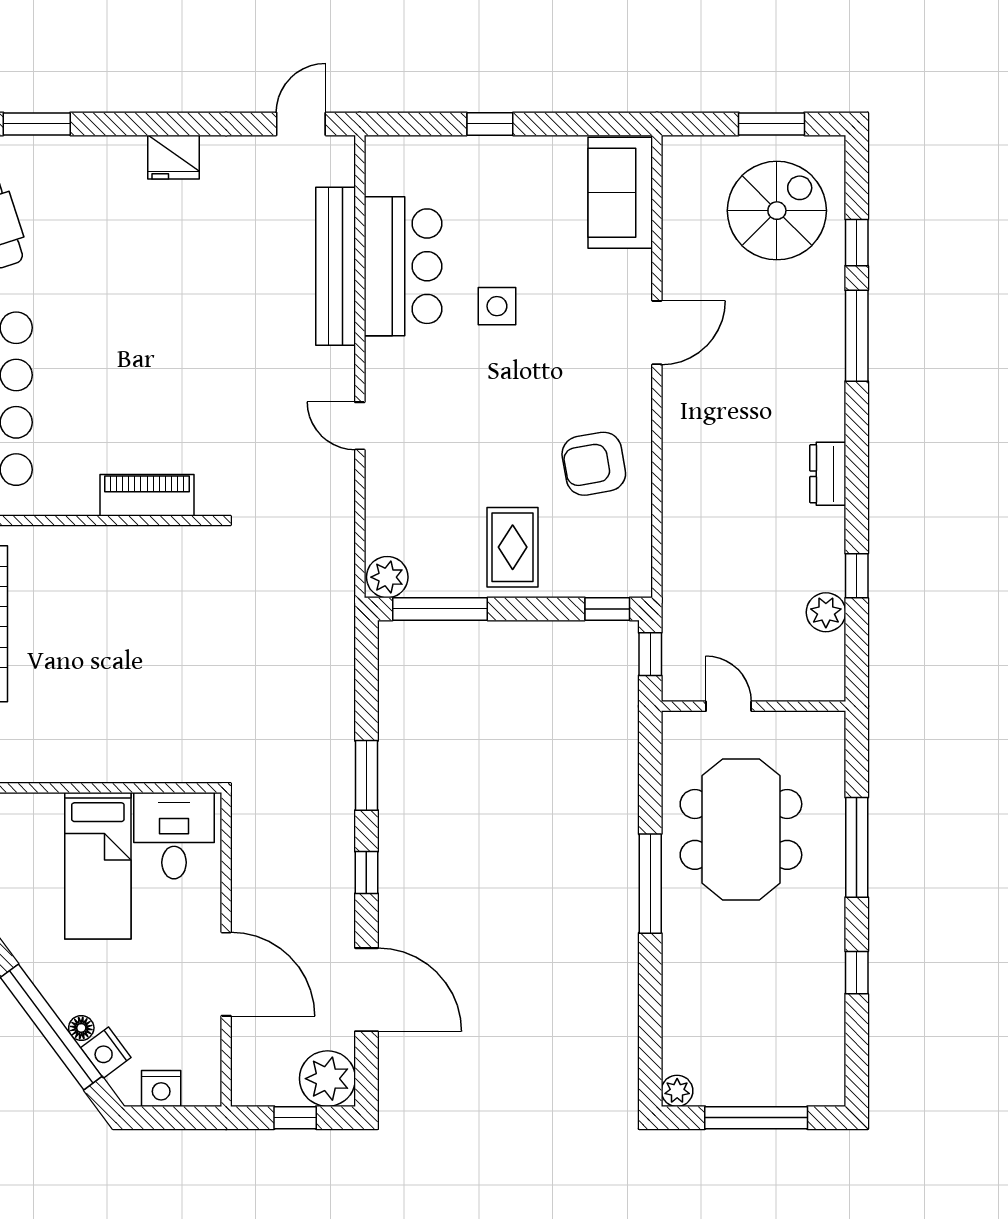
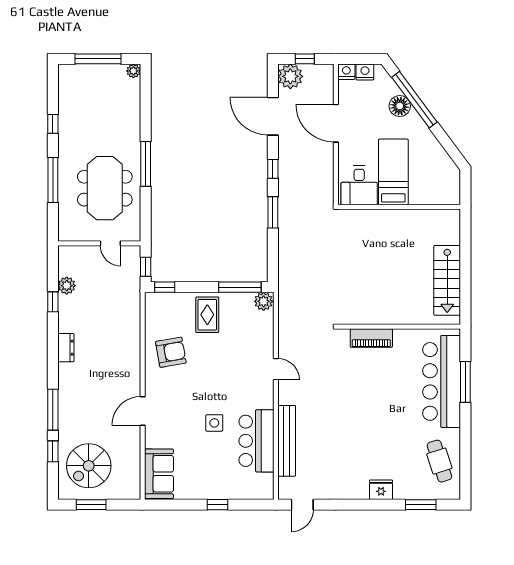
fridge: (174, 157) -> (381, 490), moved
floor lamp: (81, 1028) -> (400, 106), width x1.89, depth x1.89
nightstand: (106, 1053) -> (346, 72), moved, turned -53

